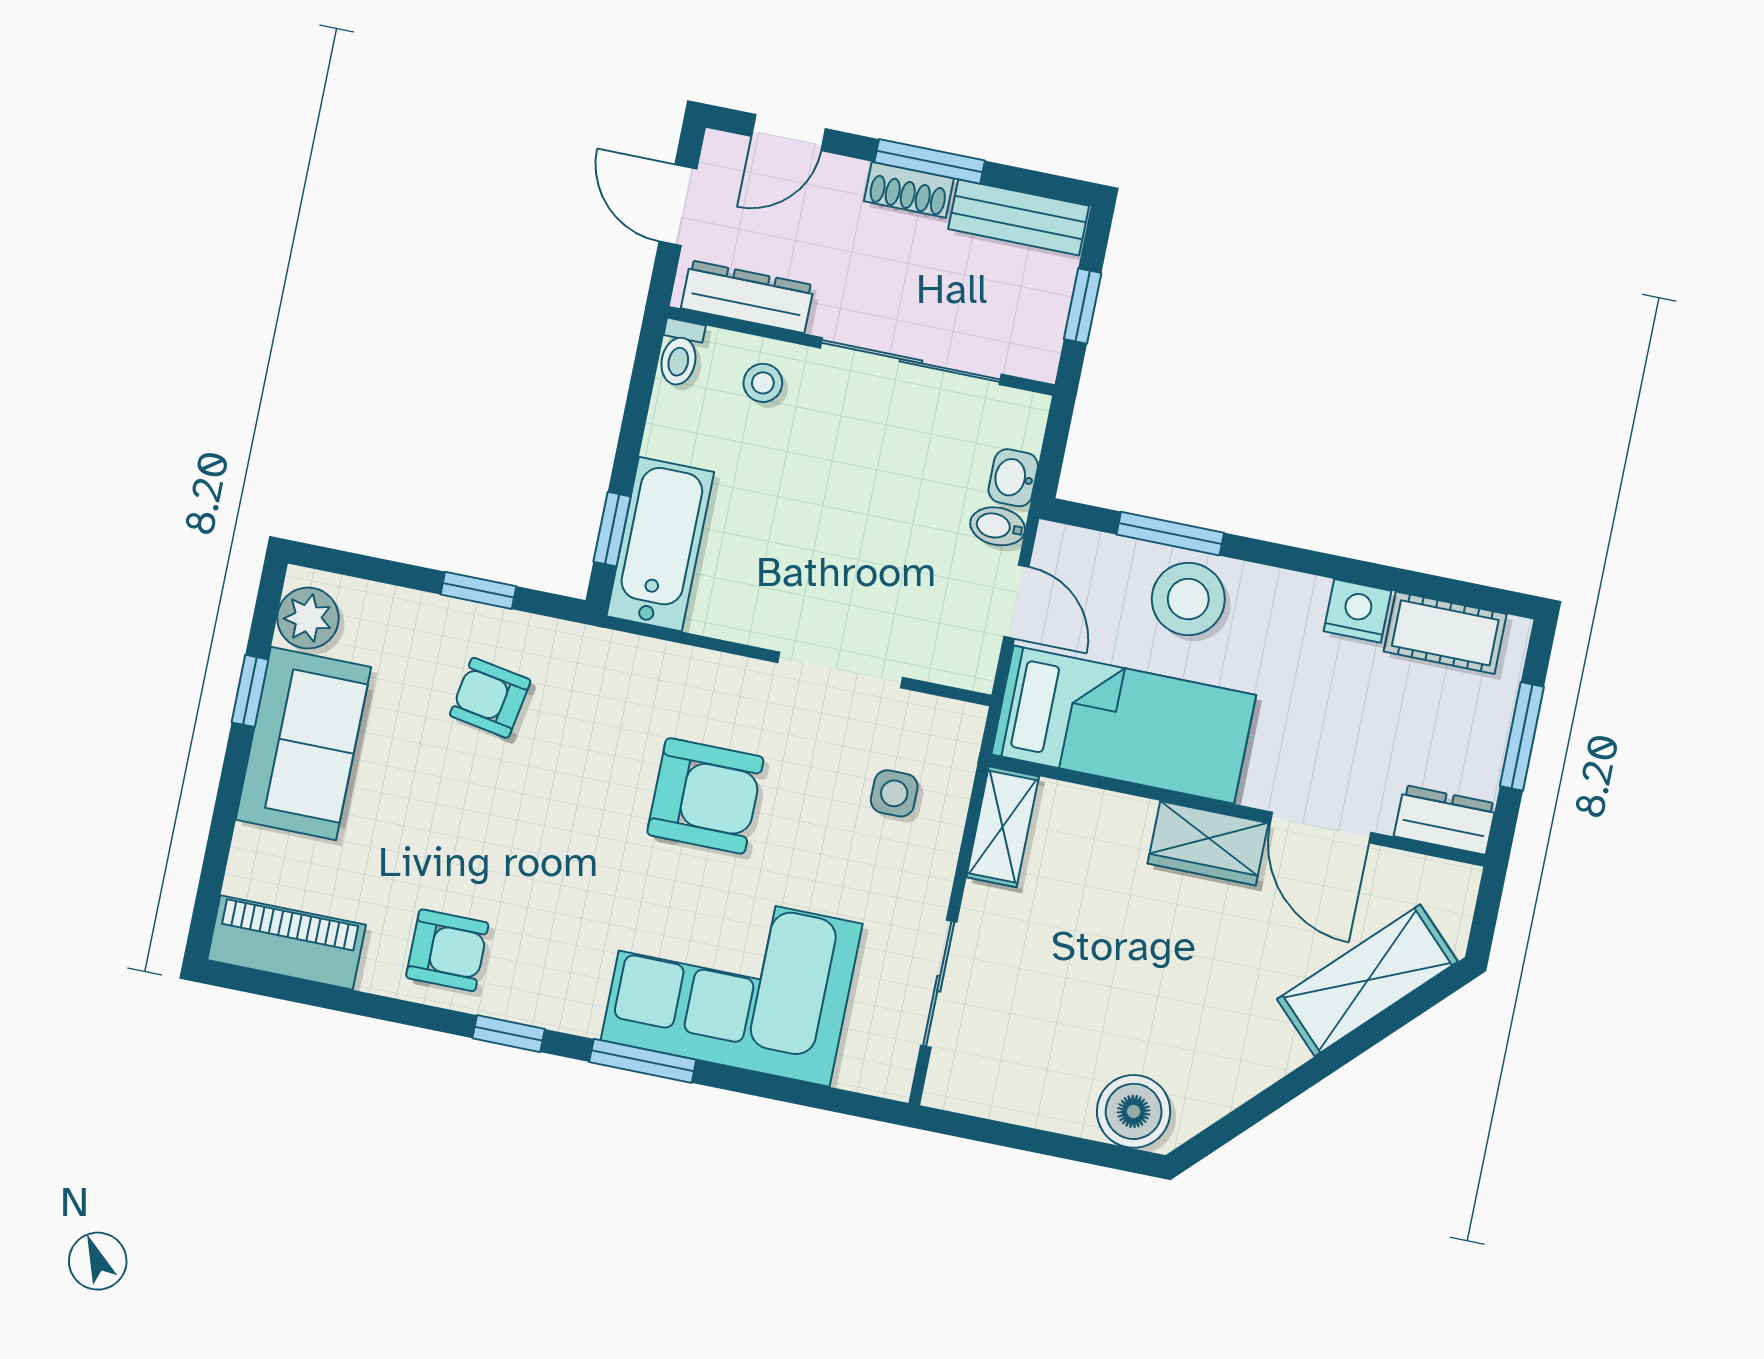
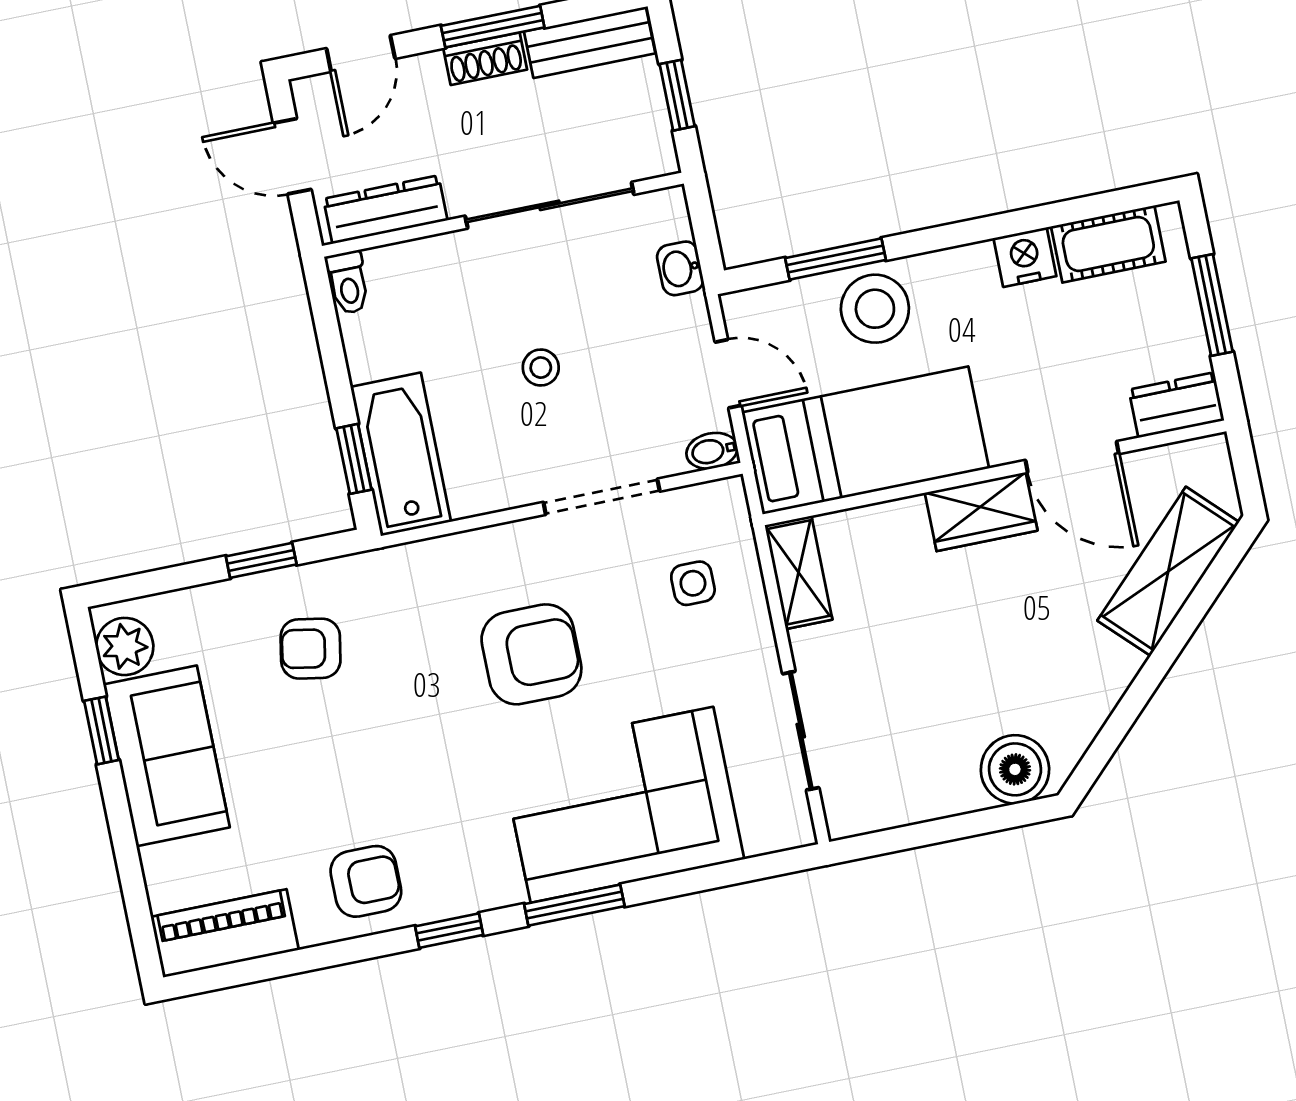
stool: (763, 383) -> (541, 368), moved
bidet: (998, 526) -> (712, 451), moved

